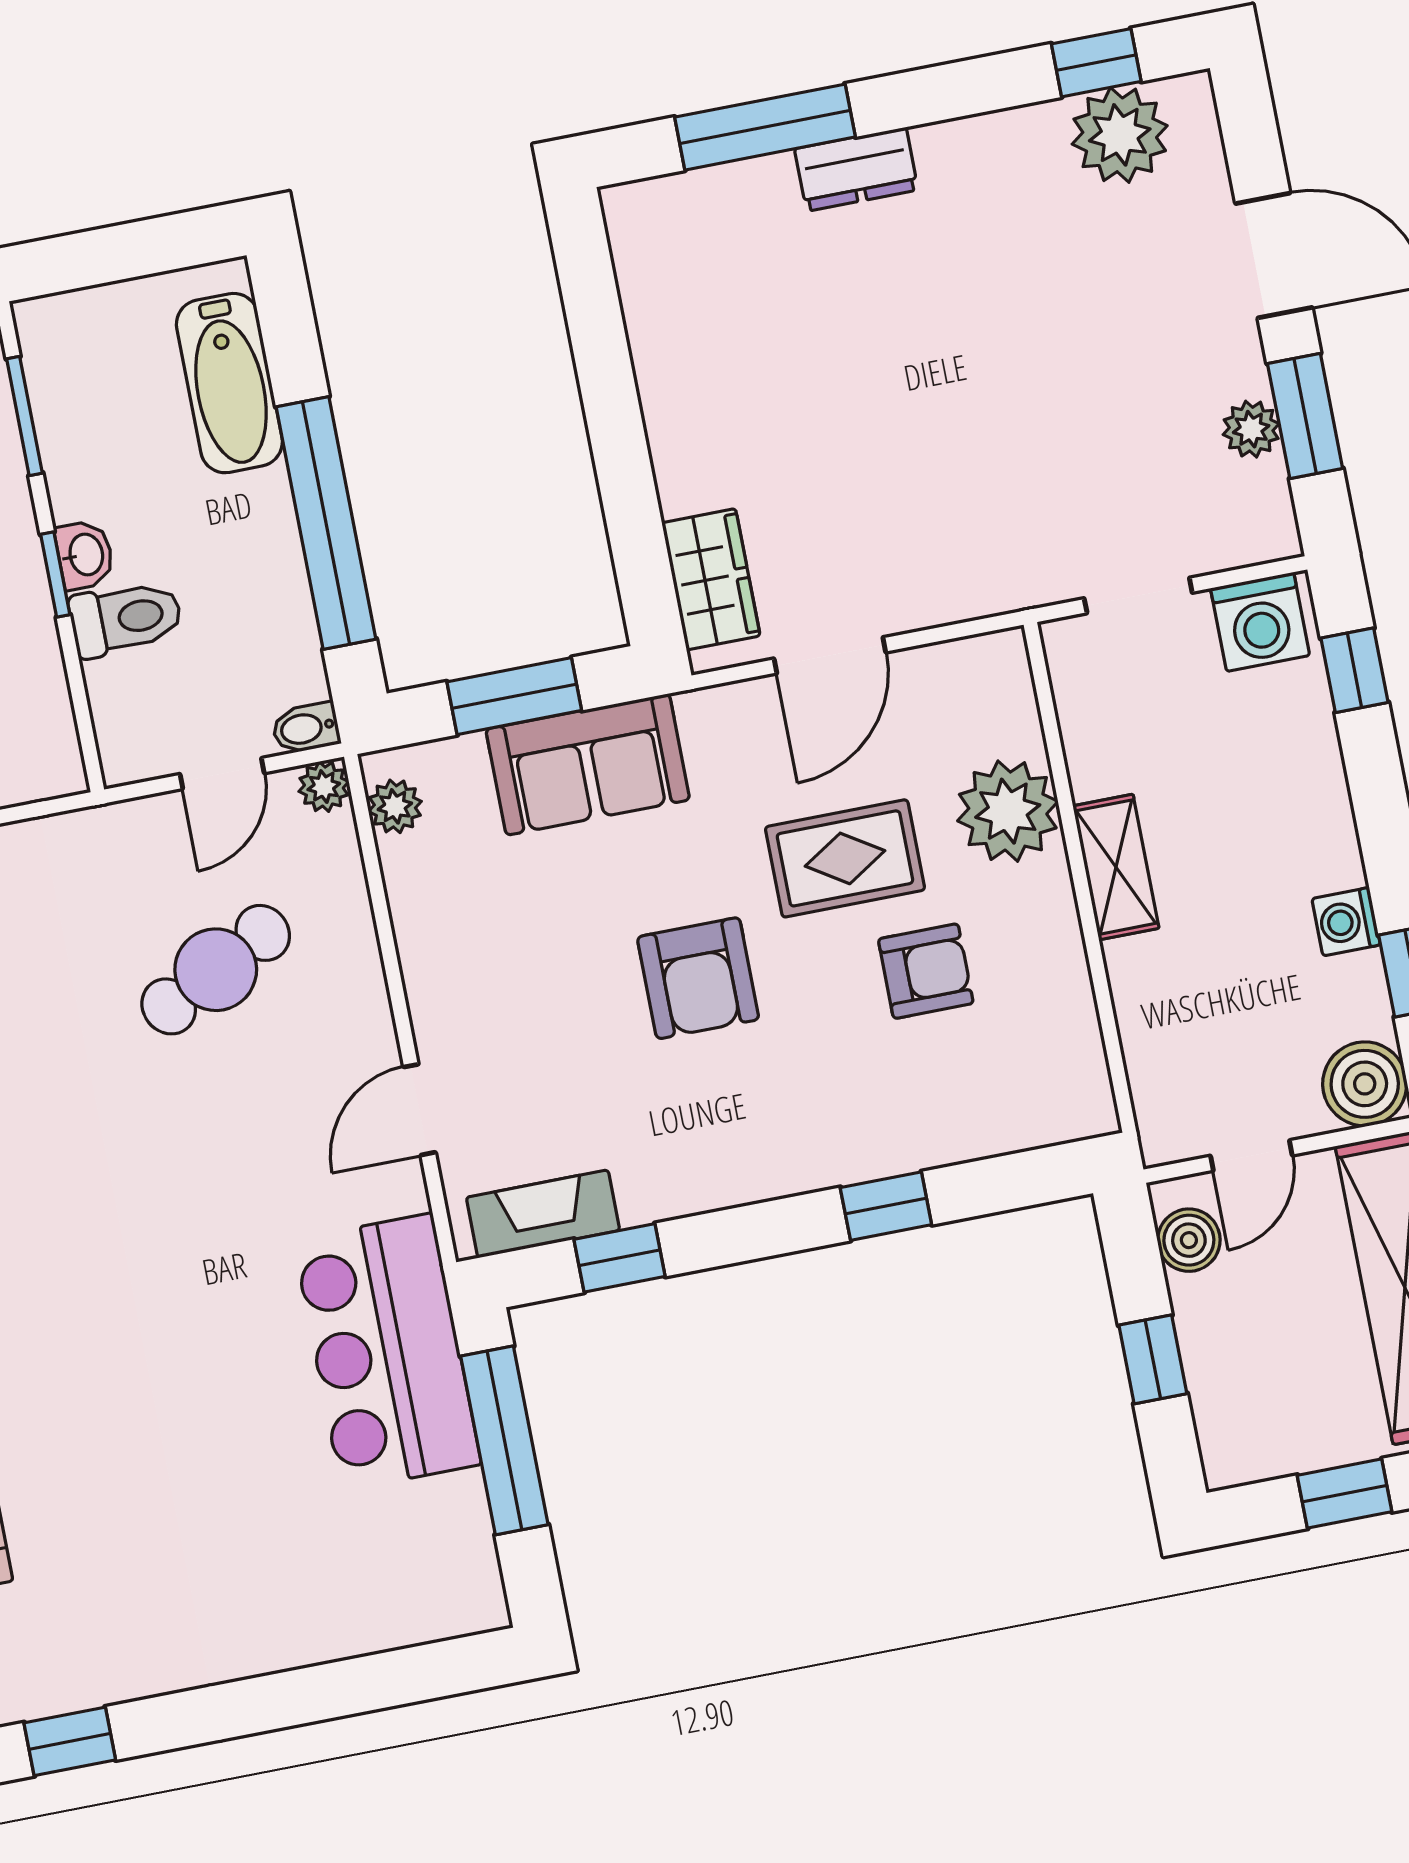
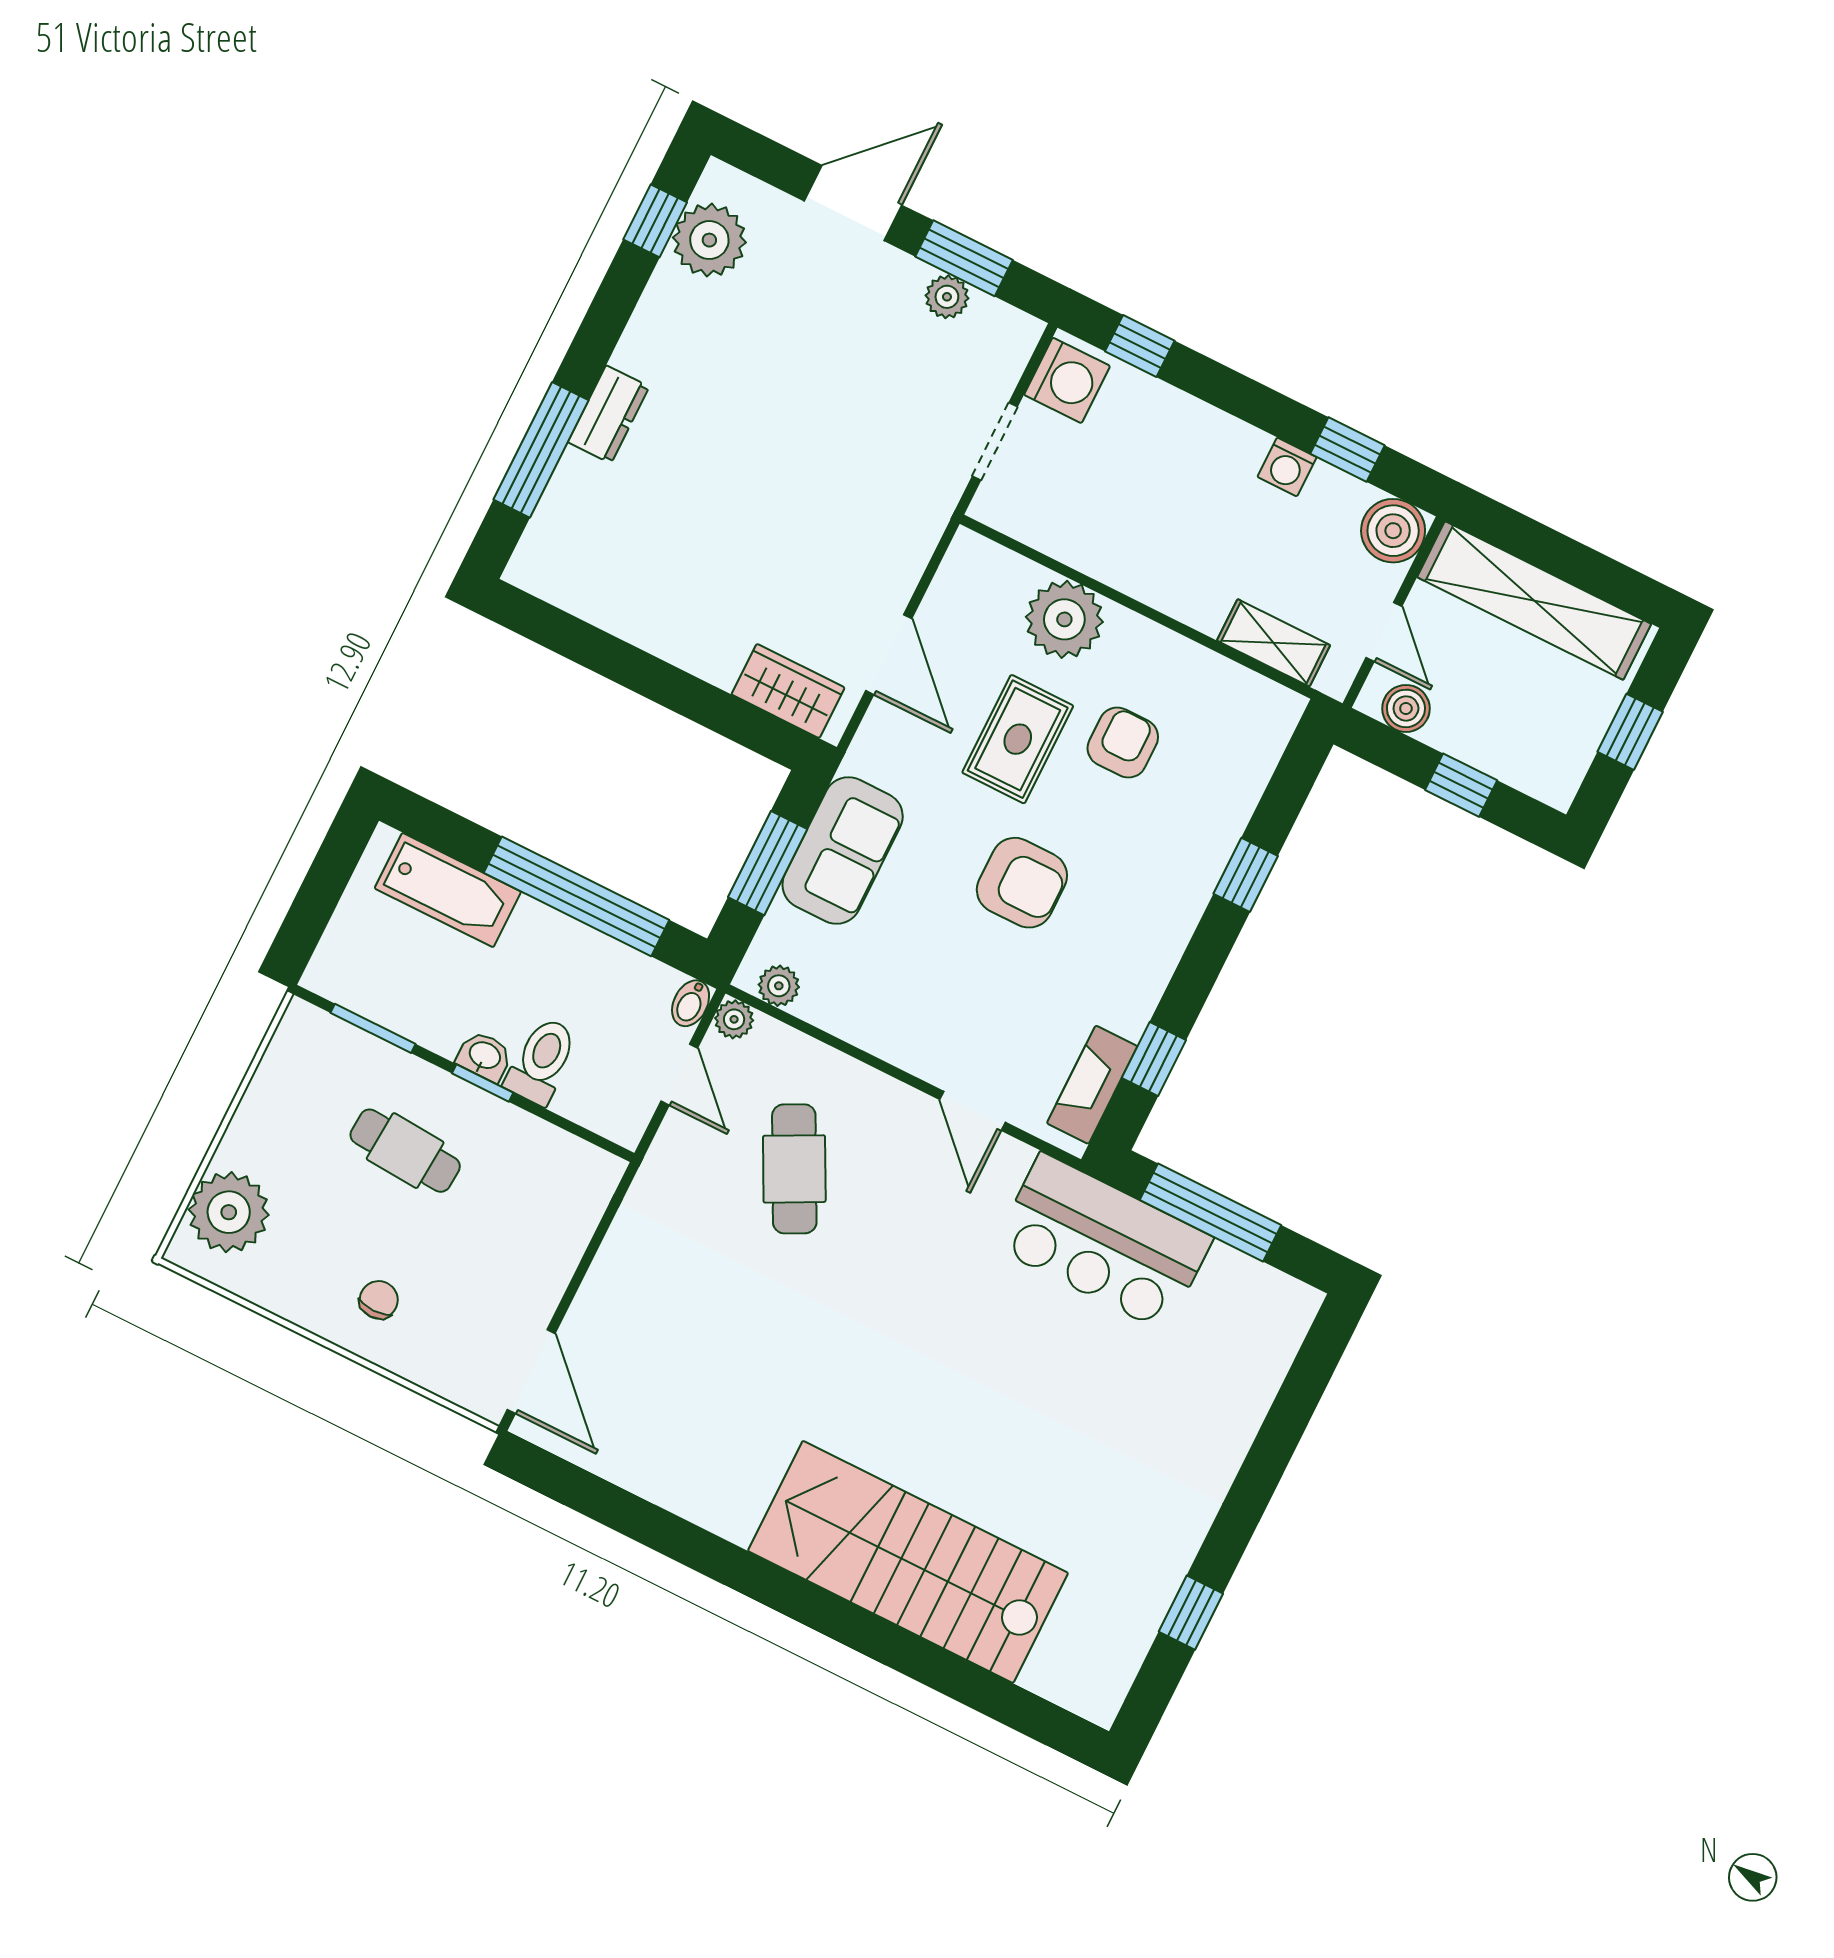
shelving: (1116, 867) -> (1274, 643), moved

